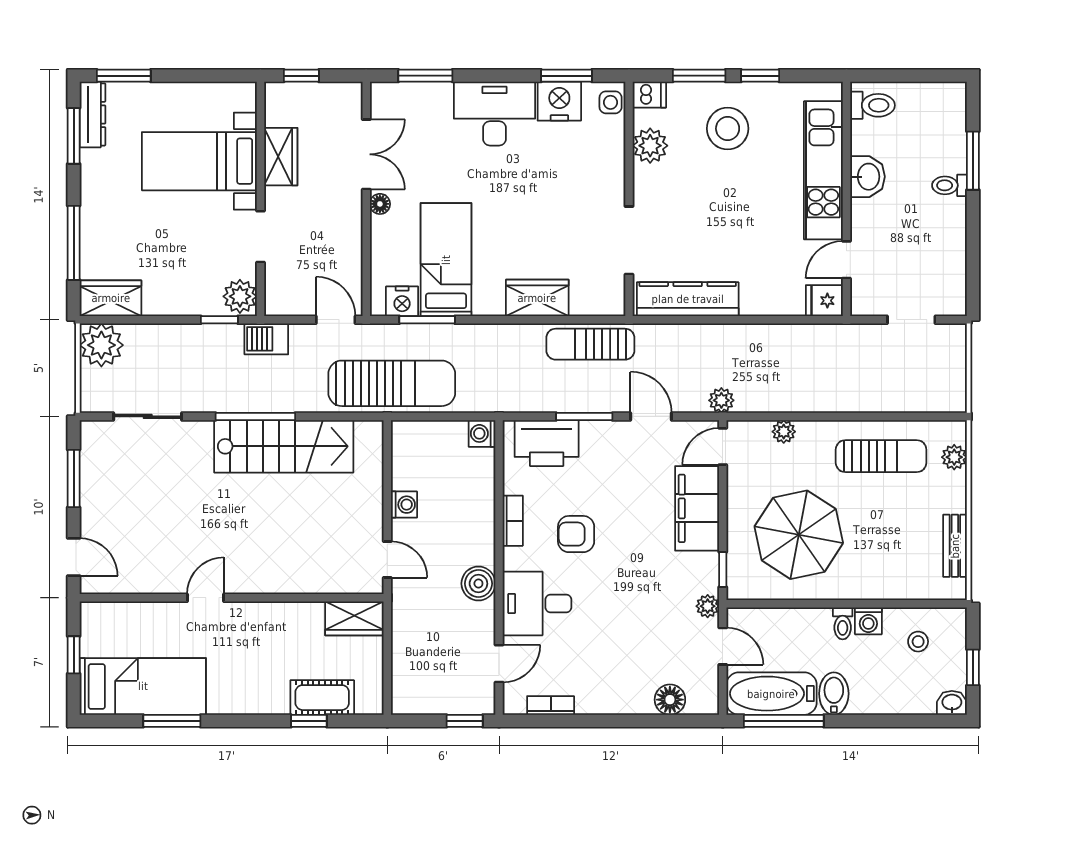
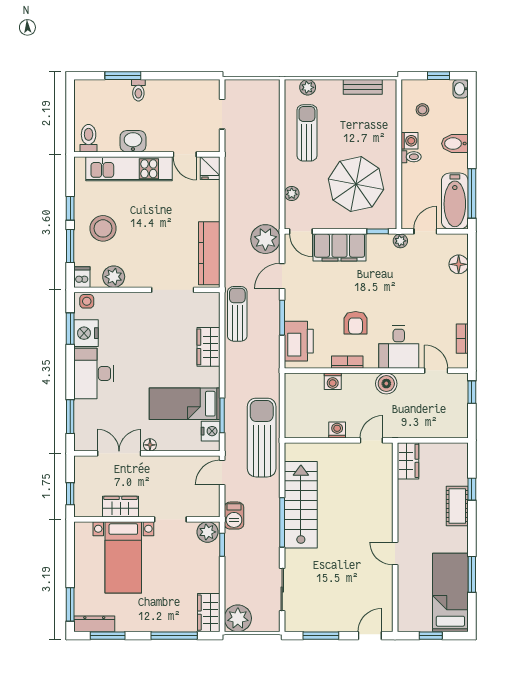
sun lounger: (590, 344) -> (237, 314), turned 180
plant: (721, 400) -> (265, 239), width x1.88, depth x1.88
washing machine: (482, 433) -> (333, 381), moved
bidet: (834, 694) -> (455, 144), moved
cot: (322, 698) -> (457, 506), moved

